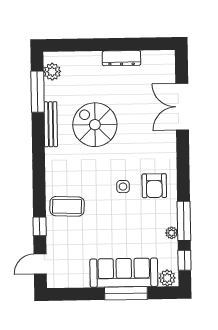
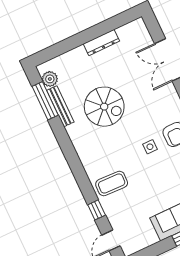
bench: (51, 124) -> (60, 106), moved
spiral stairs: (95, 125) -> (104, 107), turned 180

